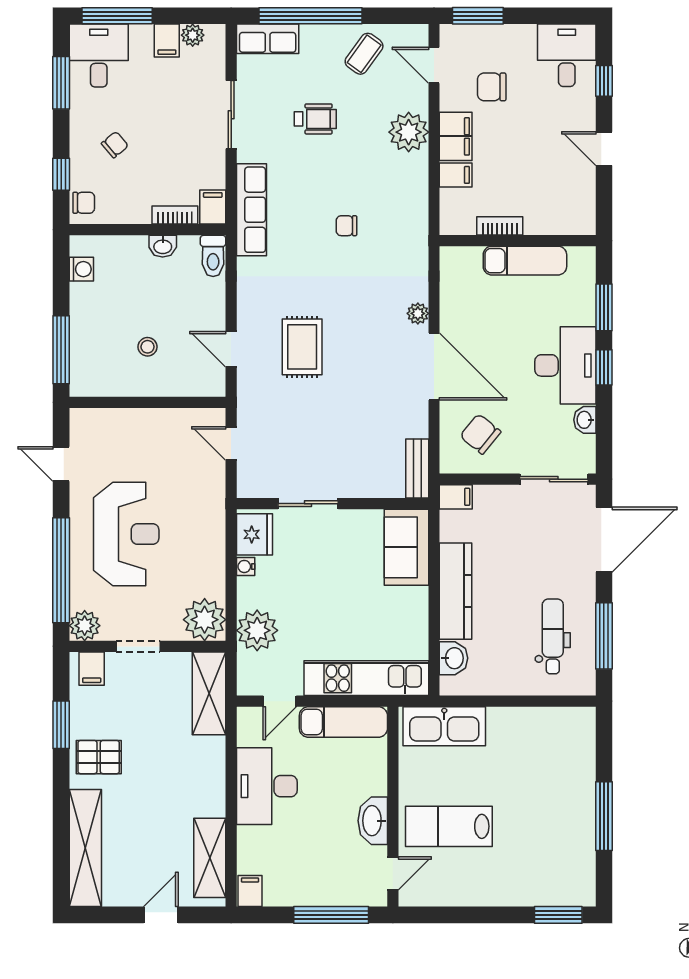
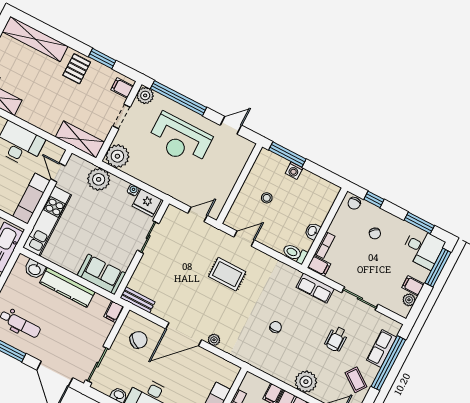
row of seats: (268, 39) -> (382, 349), moved
row of seats: (252, 210) -> (315, 288), width x0.68
washing machine: (81, 269) -> (294, 171), moved

